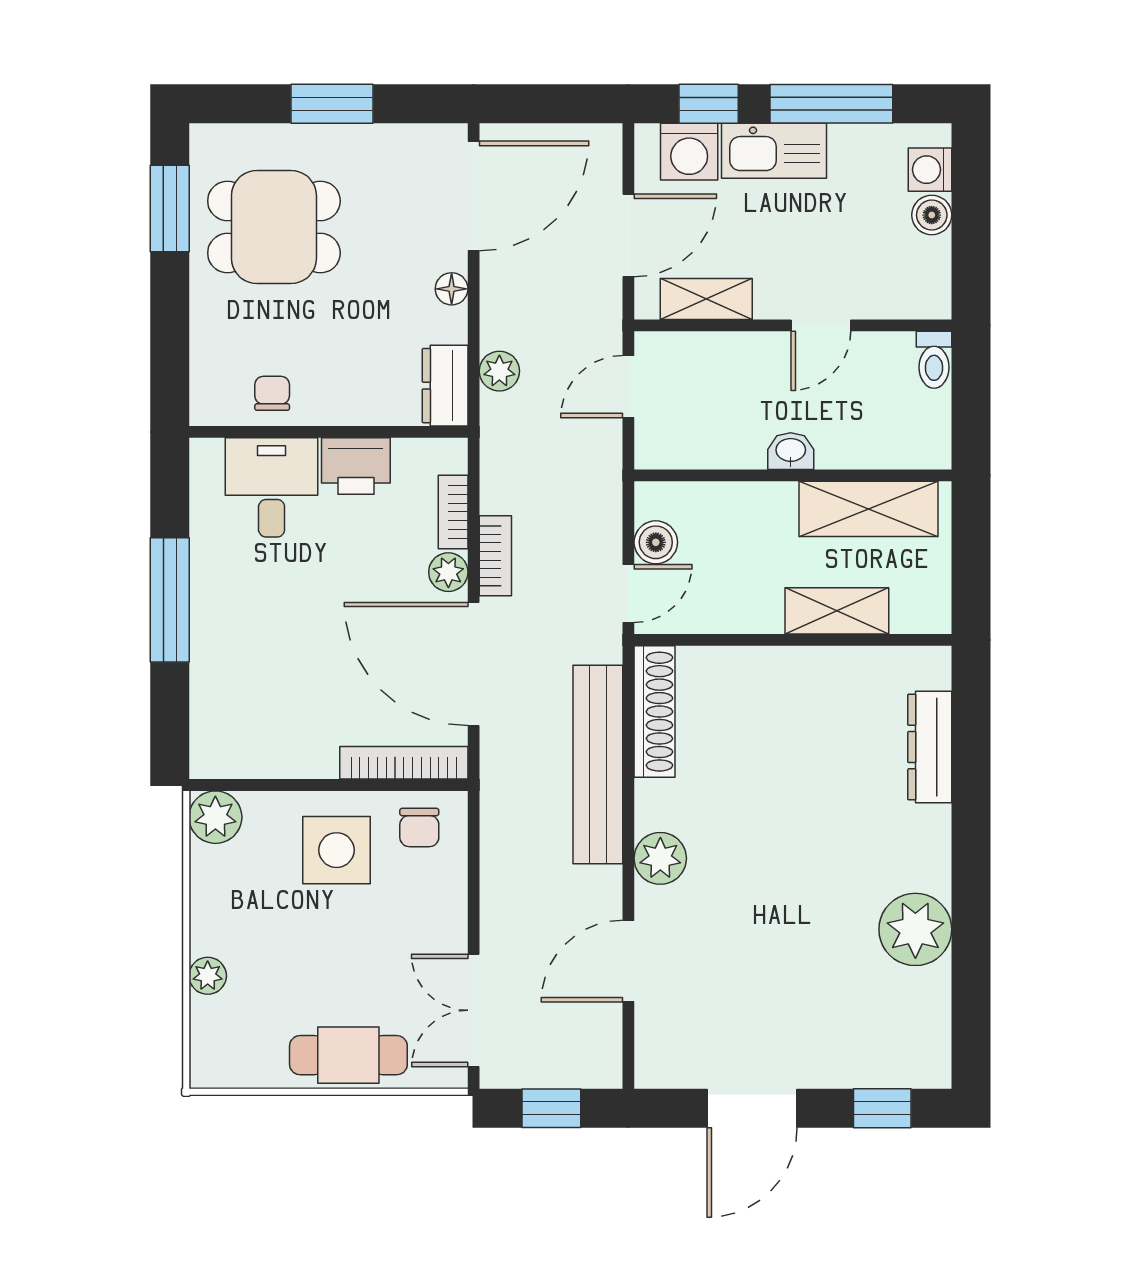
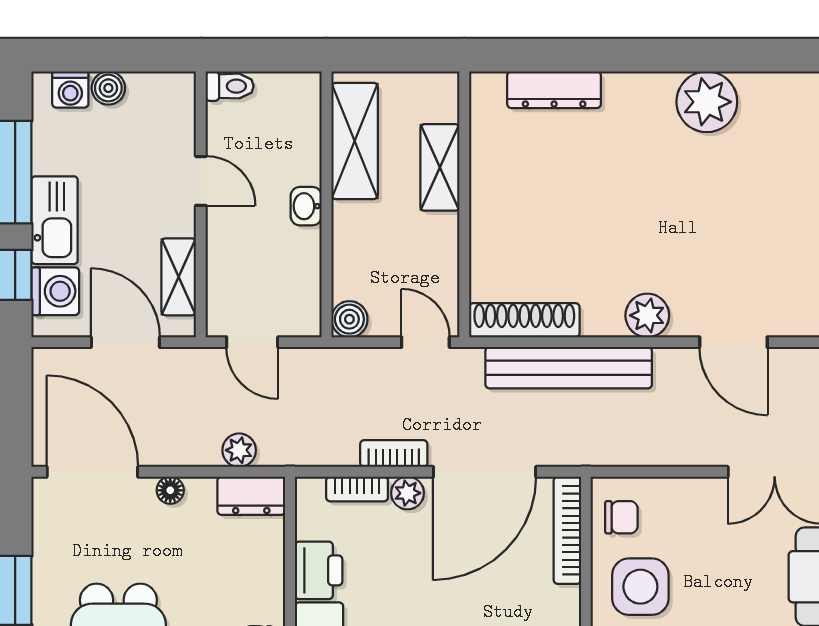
boiler: (656, 542) -> (349, 319), moved

